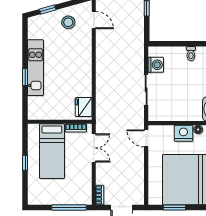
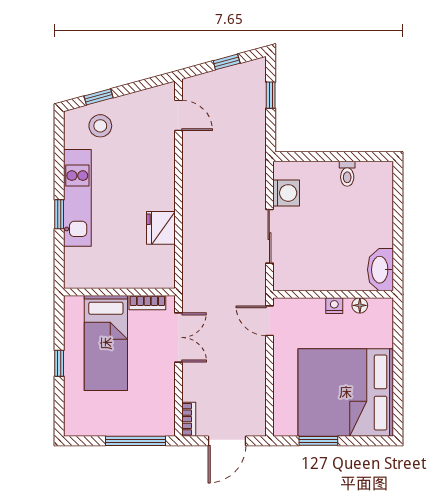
stool: (68, 22) -> (100, 126), moved
fridge: (84, 107) -> (161, 228), moved
nightstand: (183, 133) -> (334, 306), width x0.53, depth x0.56

